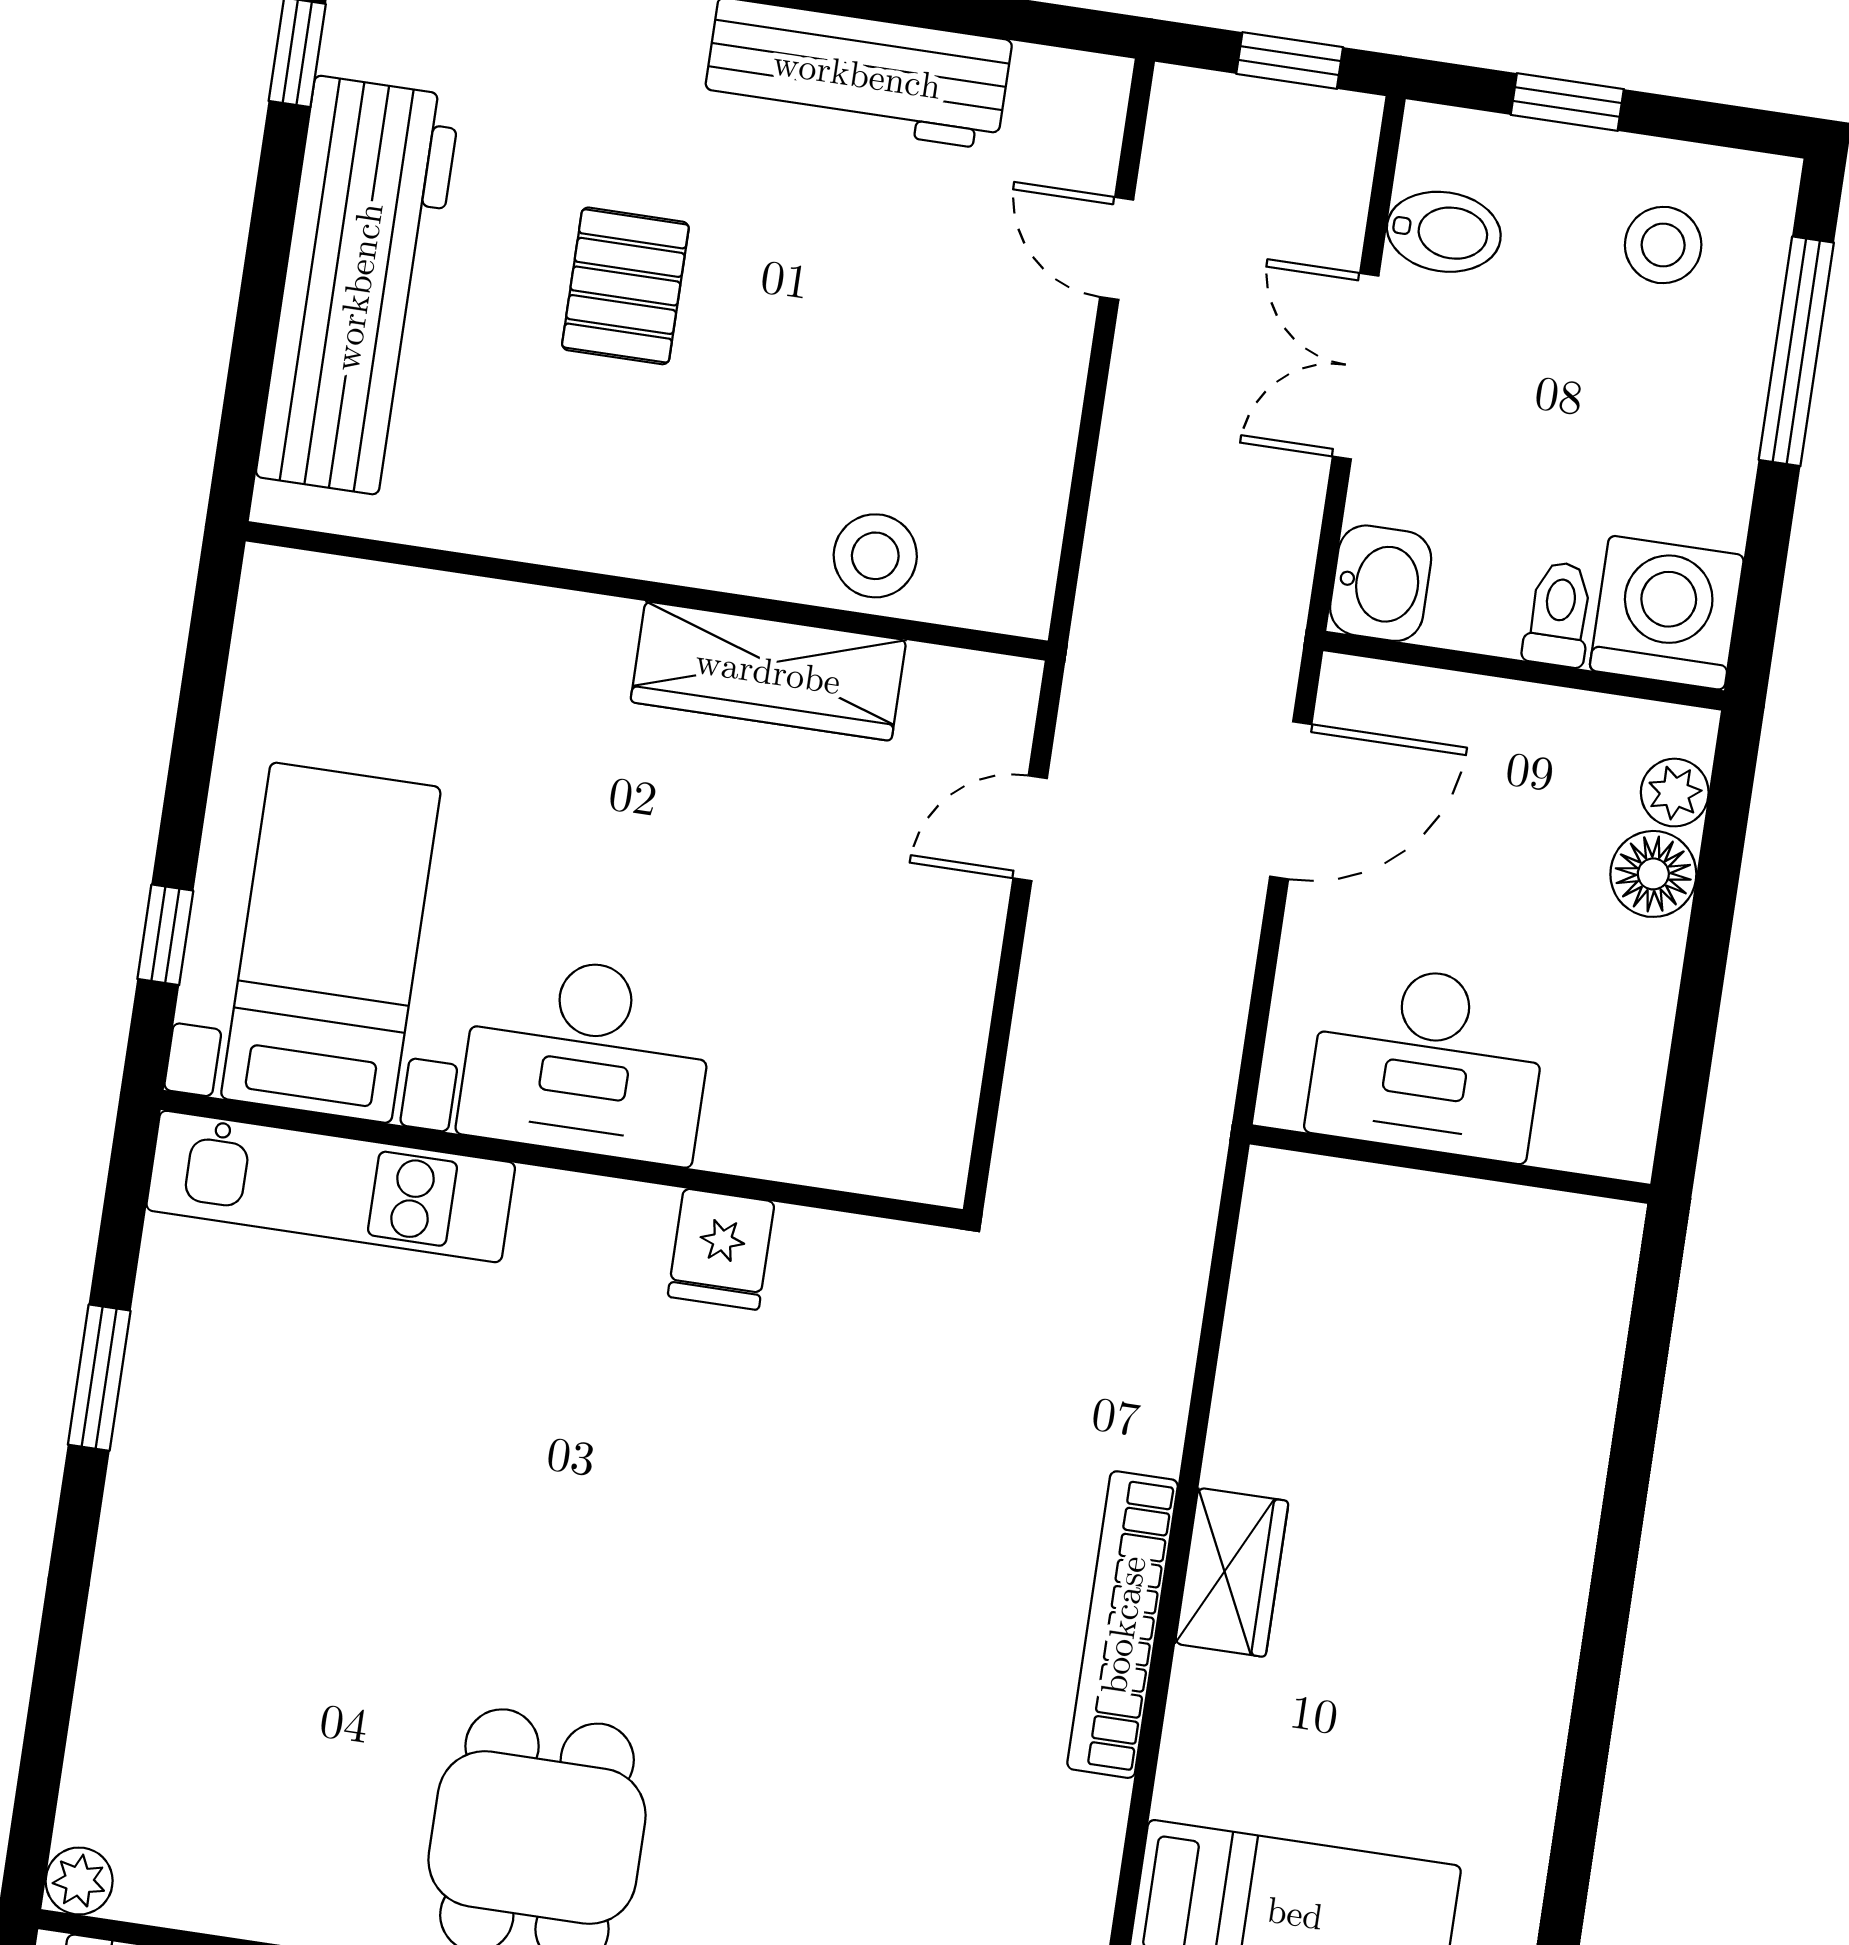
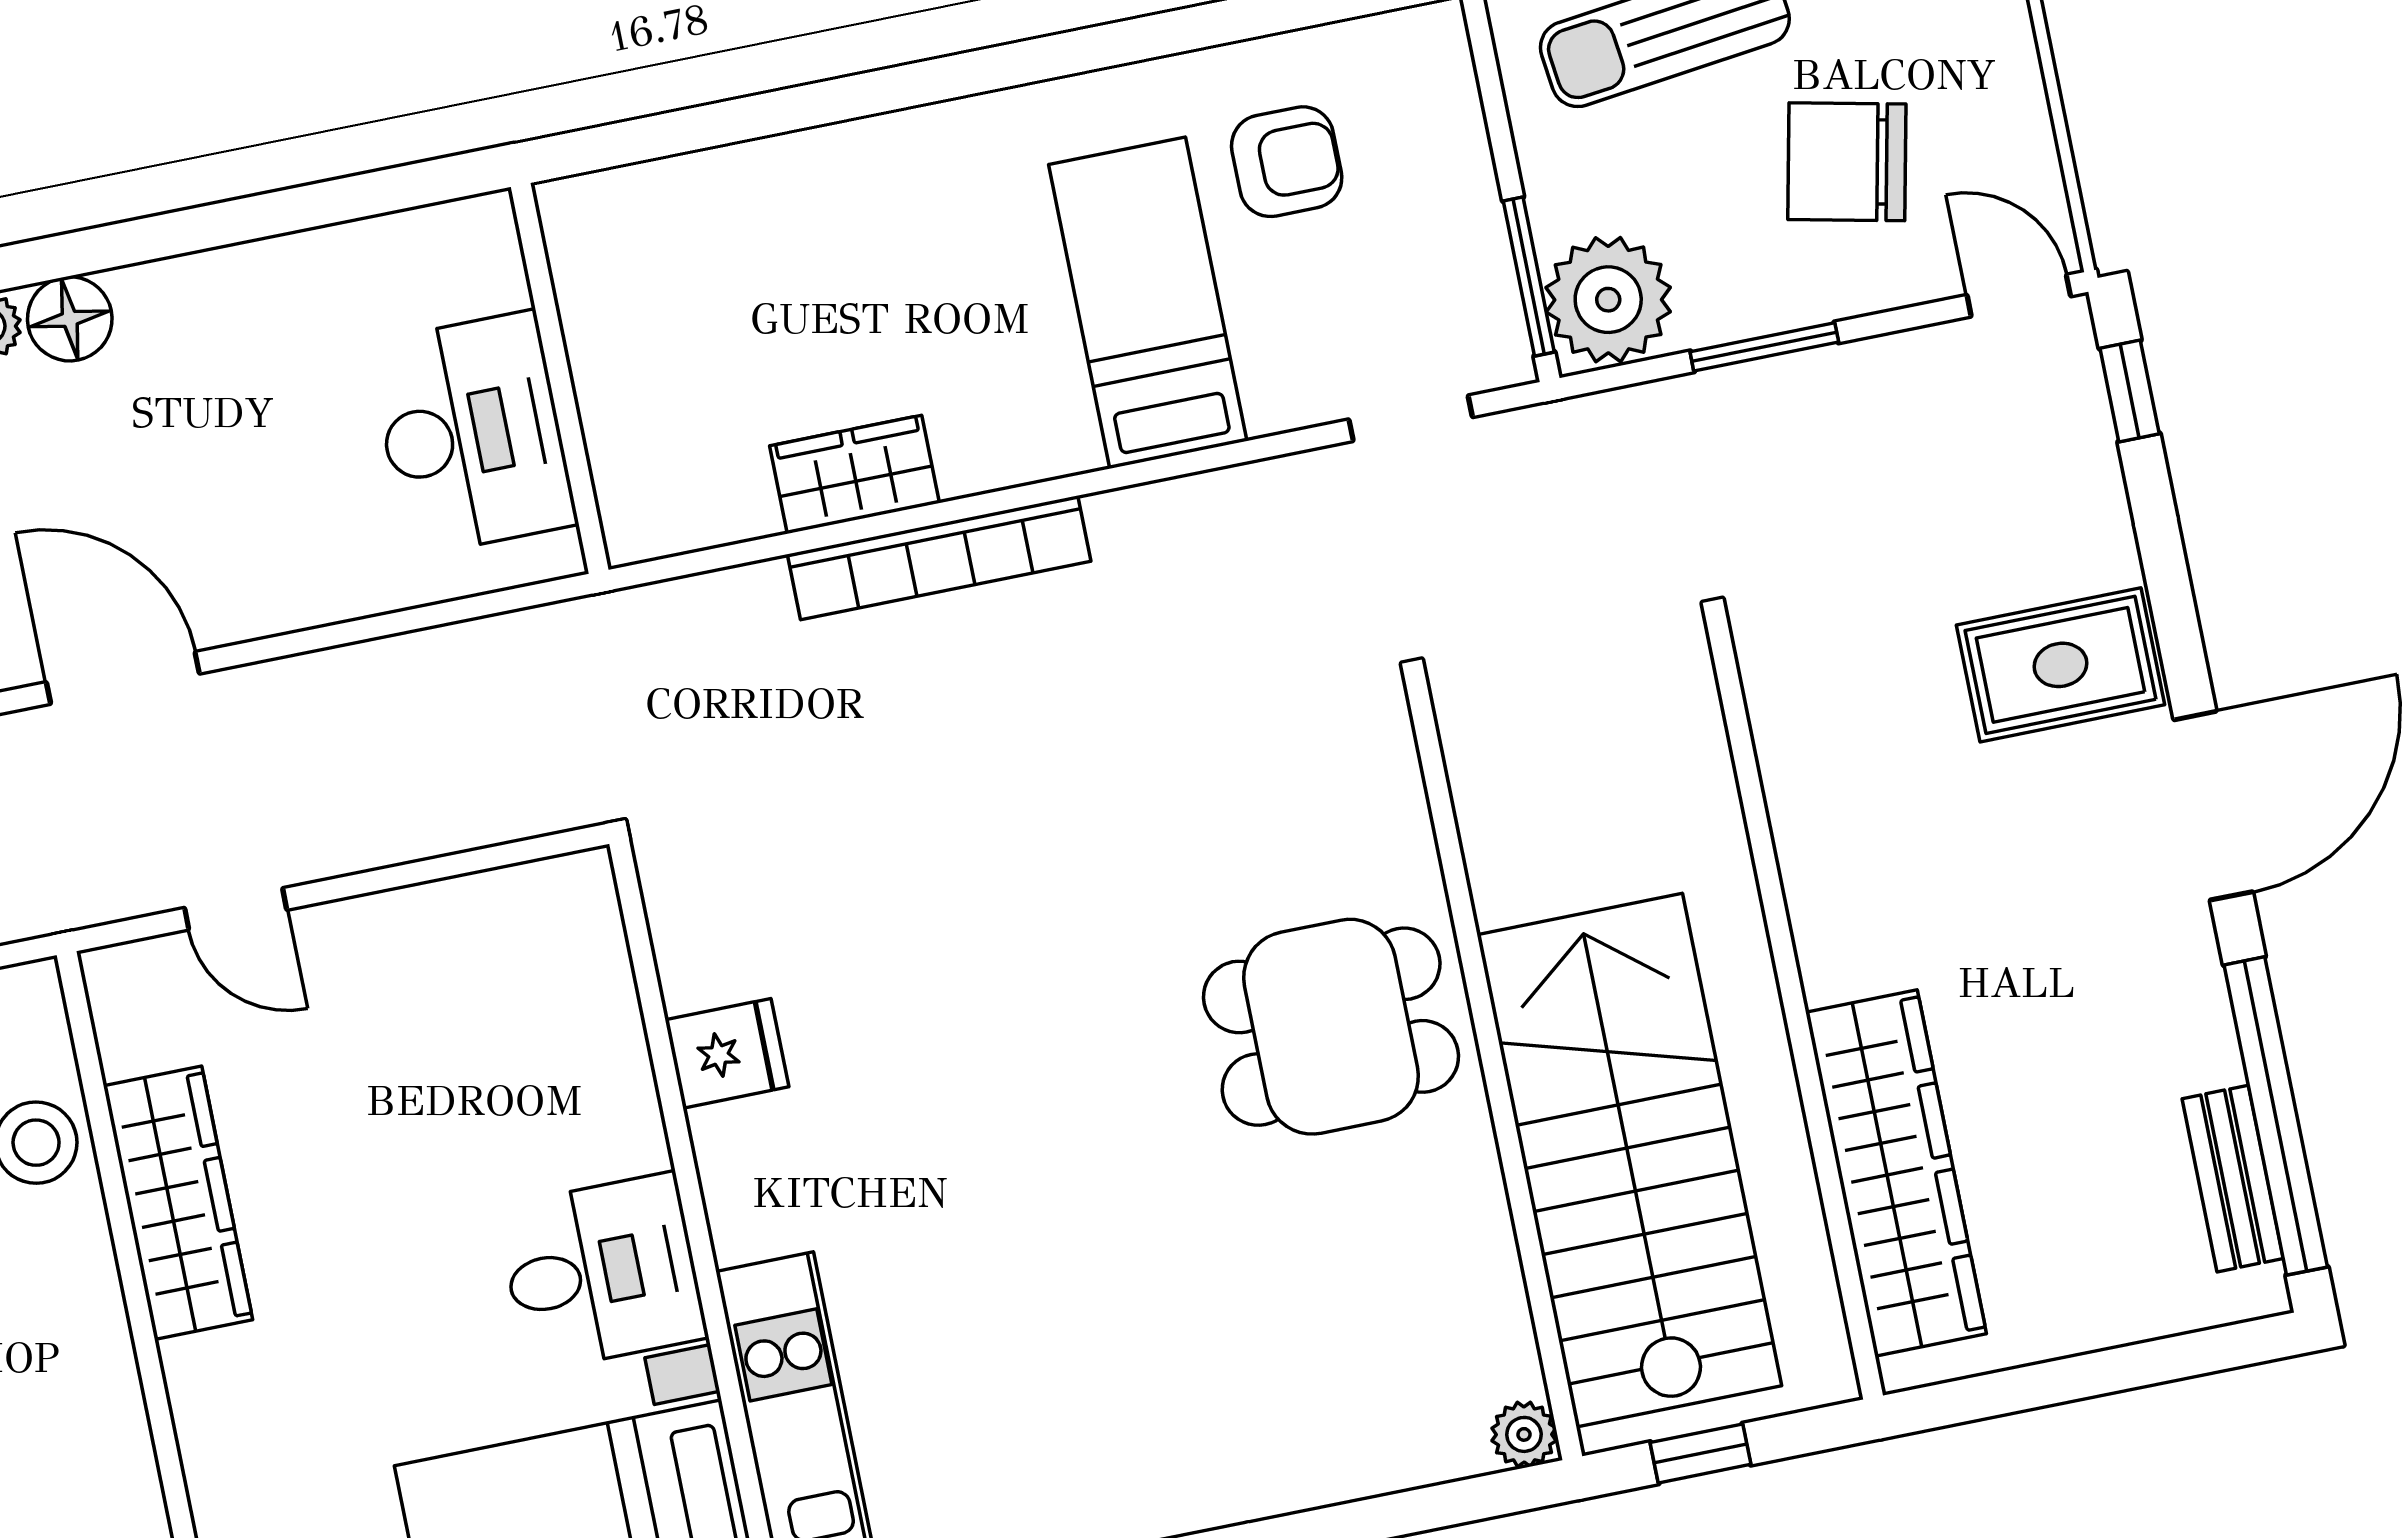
desk: (587, 1058) -> (602, 1272), width x0.73
desk: (1427, 1061) -> (472, 434), moved
wall: (1450, 1164) -> (560, 378), moved

